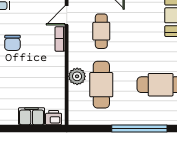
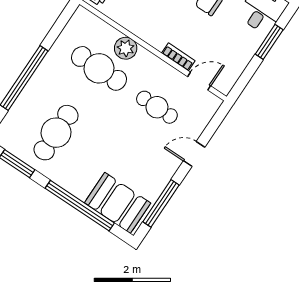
door: (67, 15) -> (199, 81), hinge flipped

